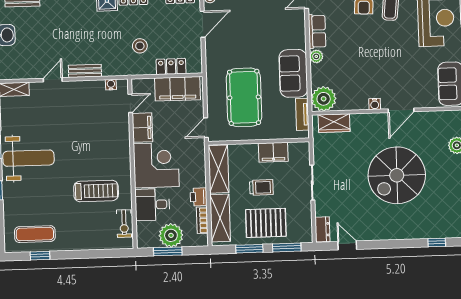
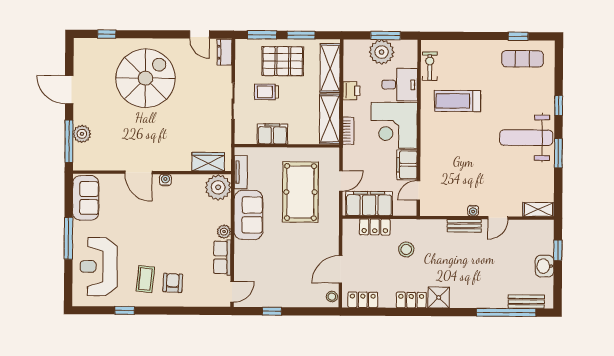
water cooler: (111, 85) -> (473, 211), moved
door: (401, 110) -> (138, 172), swing flipped
door: (206, 128) -> (341, 181), moved
spiral stairs: (397, 175) -> (145, 78), moved
trolley: (261, 187) -> (266, 92), moved
bookcase: (202, 220) -> (348, 131), moved

